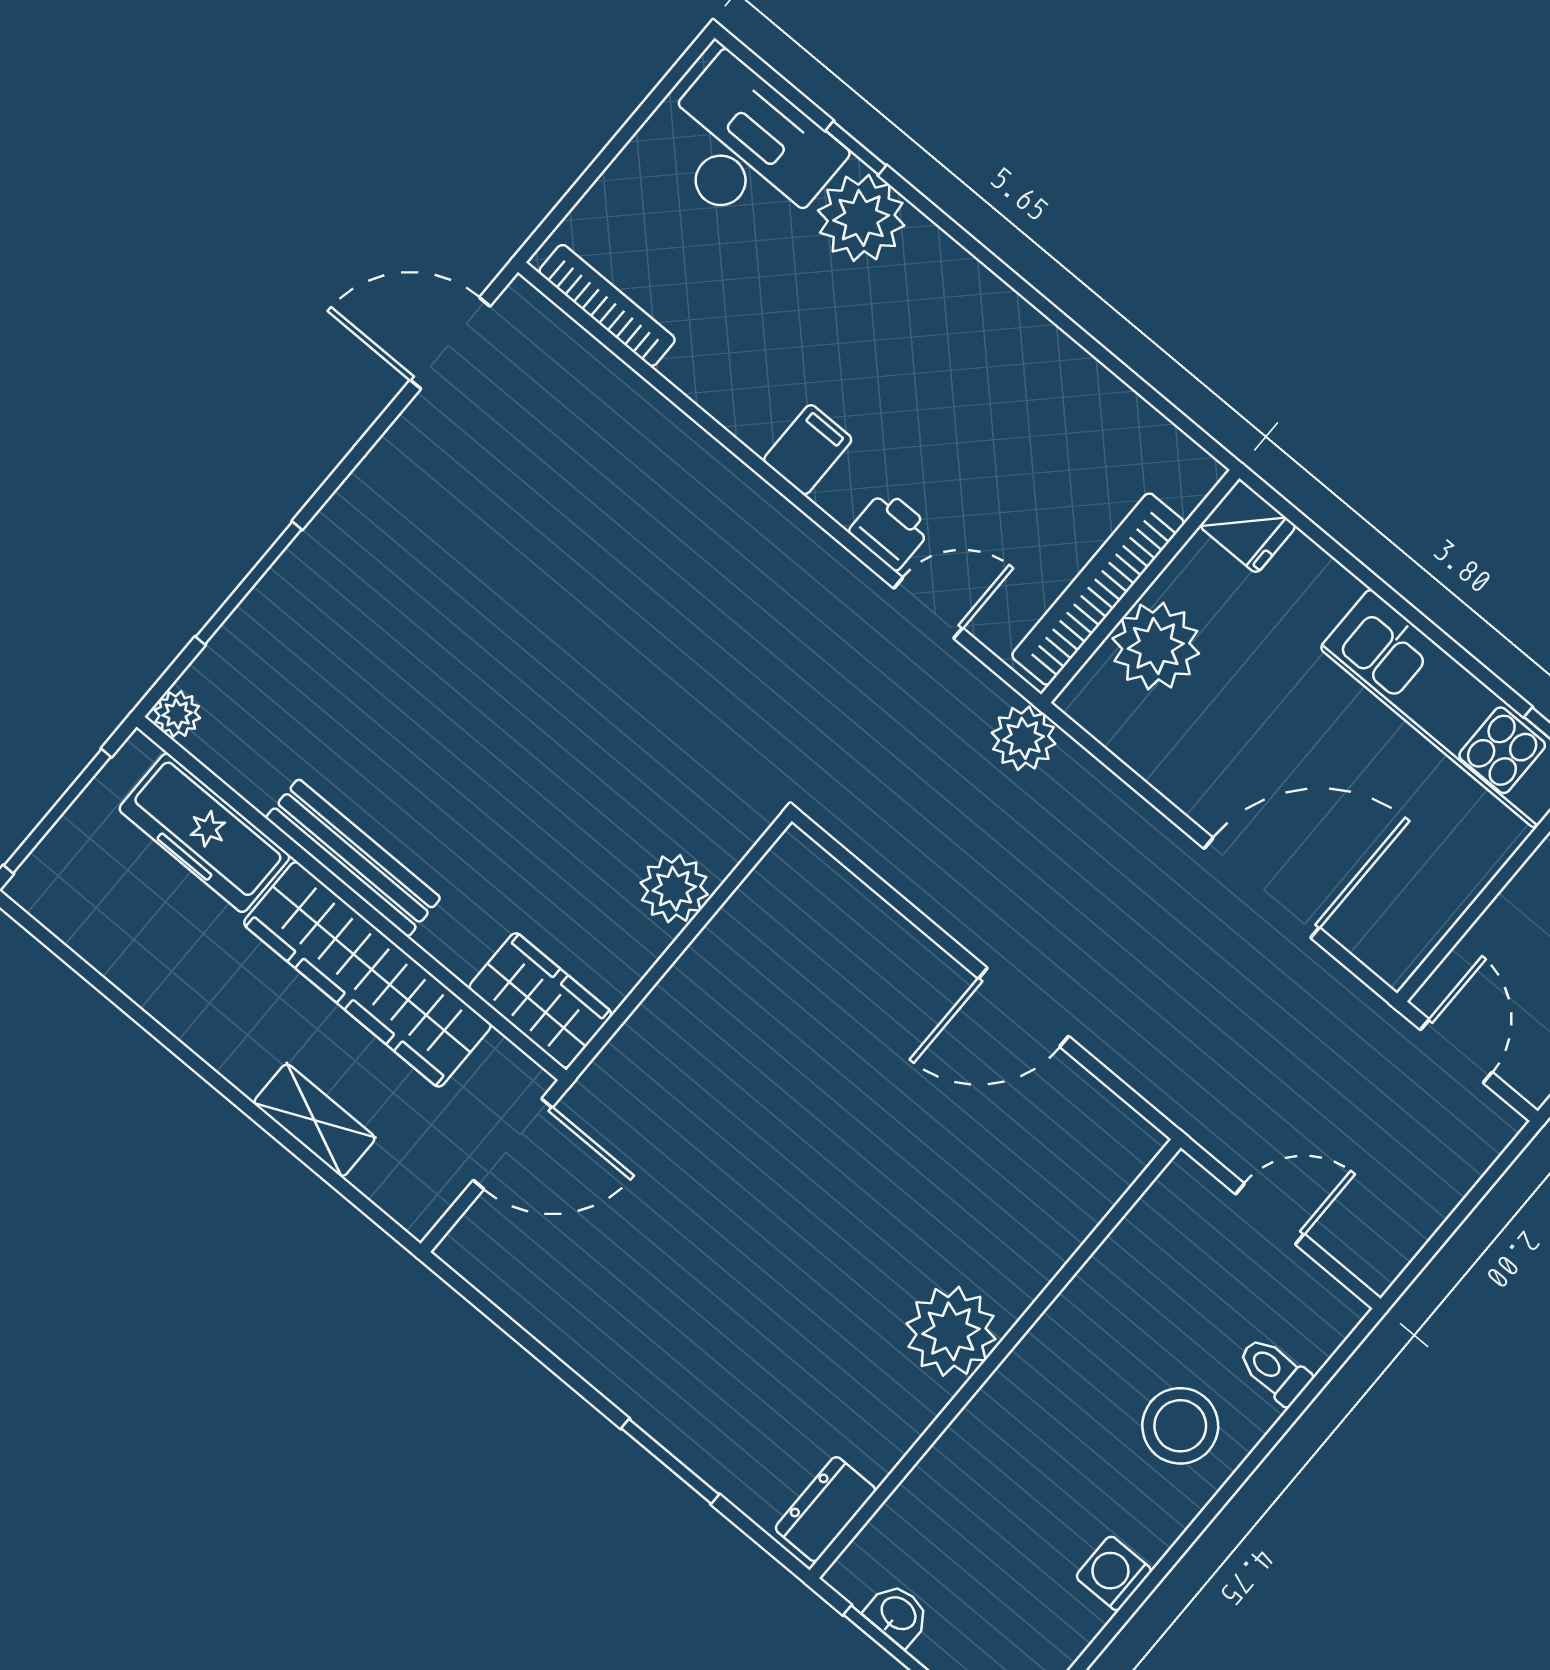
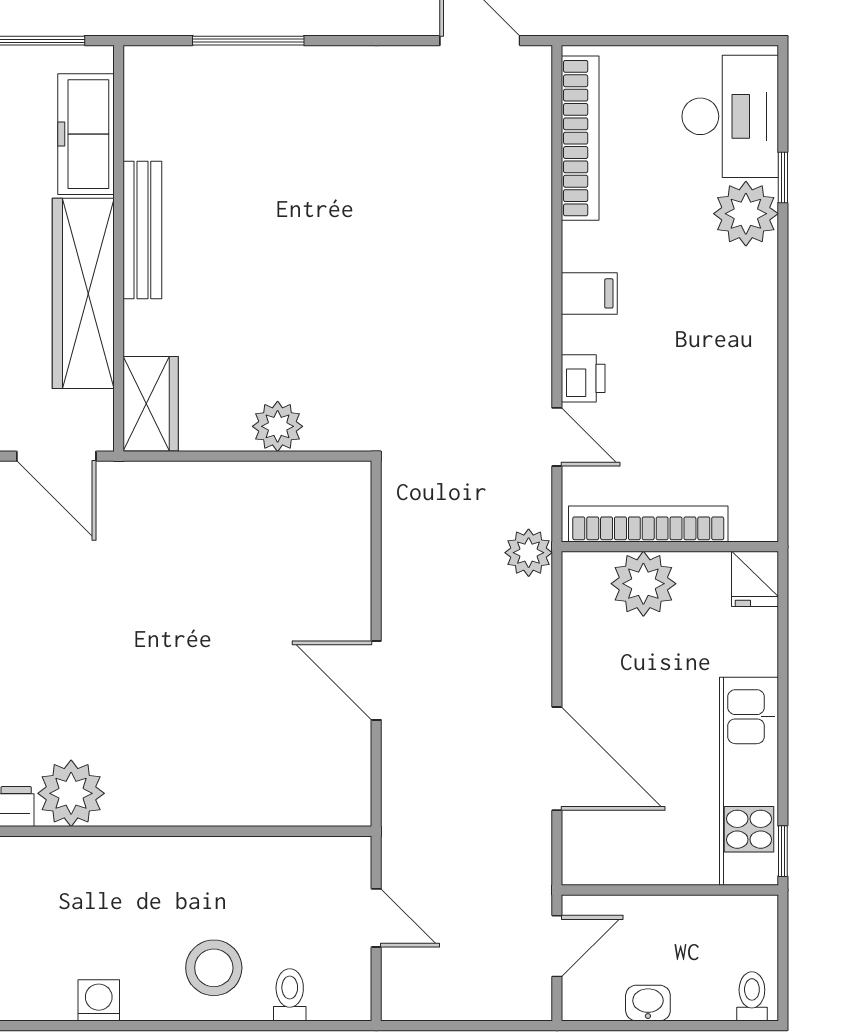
bookcase: (607, 305) -> (580, 138), width x1.48, depth x1.31
plant: (177, 714) -> (140, 62), removed
plant: (951, 1331) -> (71, 793), moved

